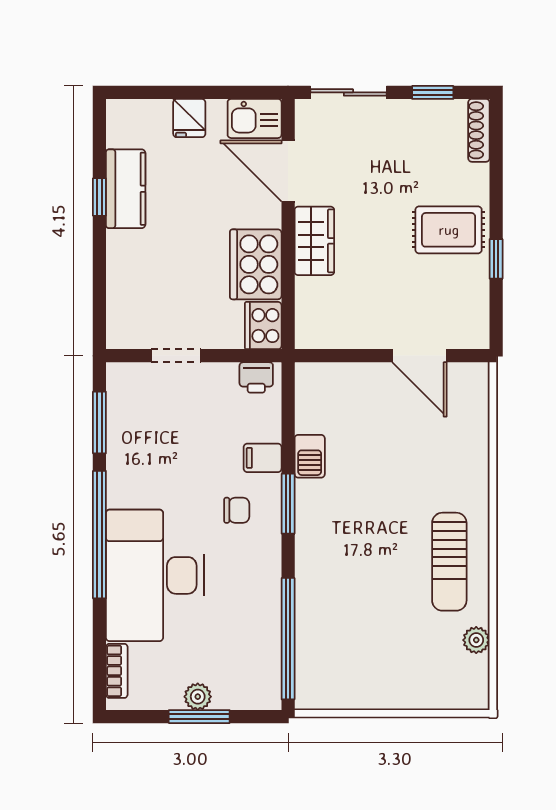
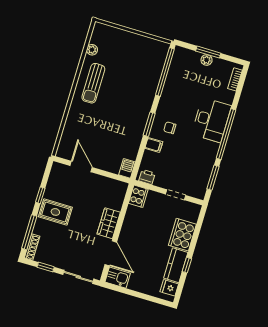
fridge: (189, 118) -> (169, 288), moved, turned -90
window: (496, 163) -> (29, 232), added
cooker: (256, 264) -> (182, 235), moved, turned 180
barbecue: (310, 456) -> (127, 168), moved
sun lounger: (449, 562) -> (93, 83), turned 180
desk: (155, 575) -> (211, 120), width x0.73, depth x0.77

